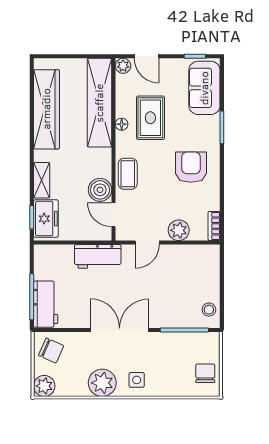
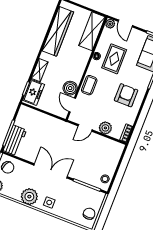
shelving: (99, 103) -> (92, 31), width x0.68
workbench: (98, 256) -> (54, 125), removed

